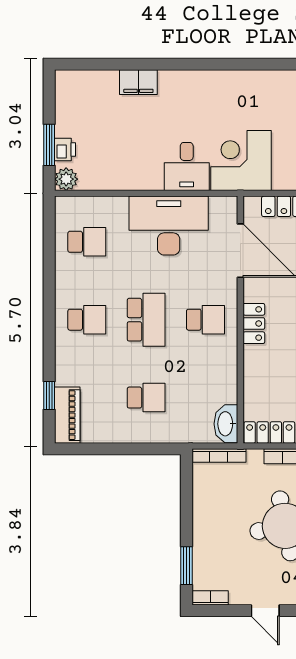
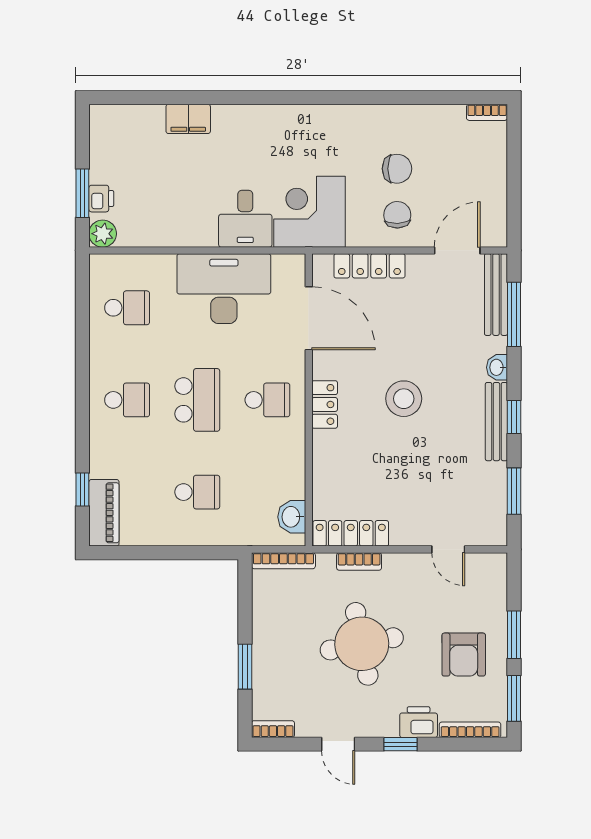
washbasin: (226, 424) -> (292, 517), width x0.72
window: (186, 566) -> (245, 667), moved

